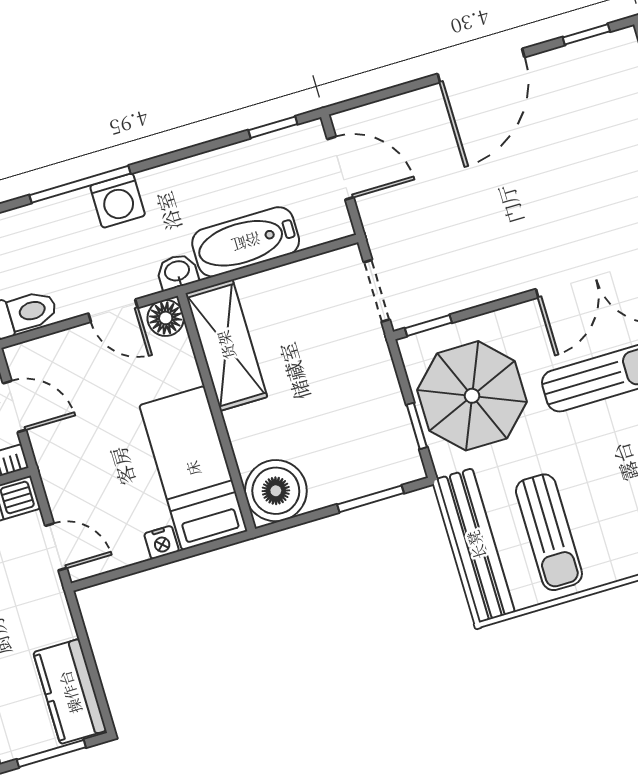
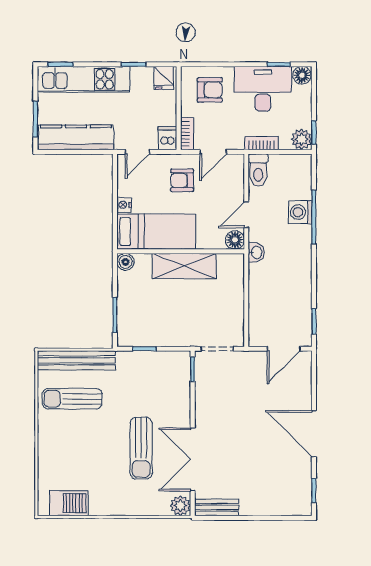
washing machine: (118, 201) -> (300, 212), moved
bathtub: (246, 242) -> (261, 291), removed
shelving: (226, 345) -> (184, 266), moved
parasol: (472, 396) -> (151, 381), removed
armchair: (84, 448) -> (182, 180), added
boiler: (276, 491) -> (125, 262), width x0.54, depth x0.54
kitchen counter: (70, 692) -> (76, 137), width x1.50

